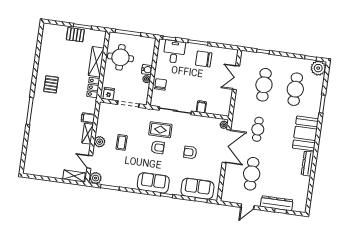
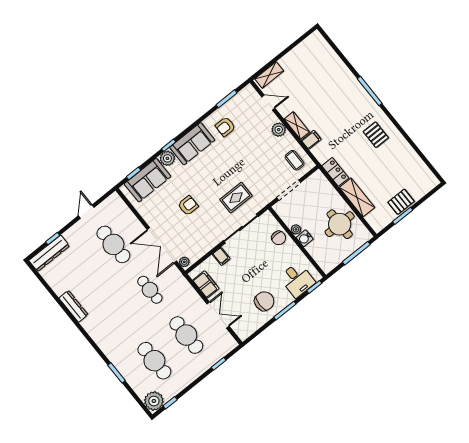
fridge: (109, 94) -> (316, 181), removed
filing cabinet: (225, 101) -> (206, 284), added
booth: (306, 133) -> (104, 331), removed
coffee table: (122, 142) -> (295, 160), moved
armchair: (158, 147) -> (225, 127), moved
plant: (96, 178) -> (167, 158), moved
dresser: (277, 203) -> (49, 253), moved

